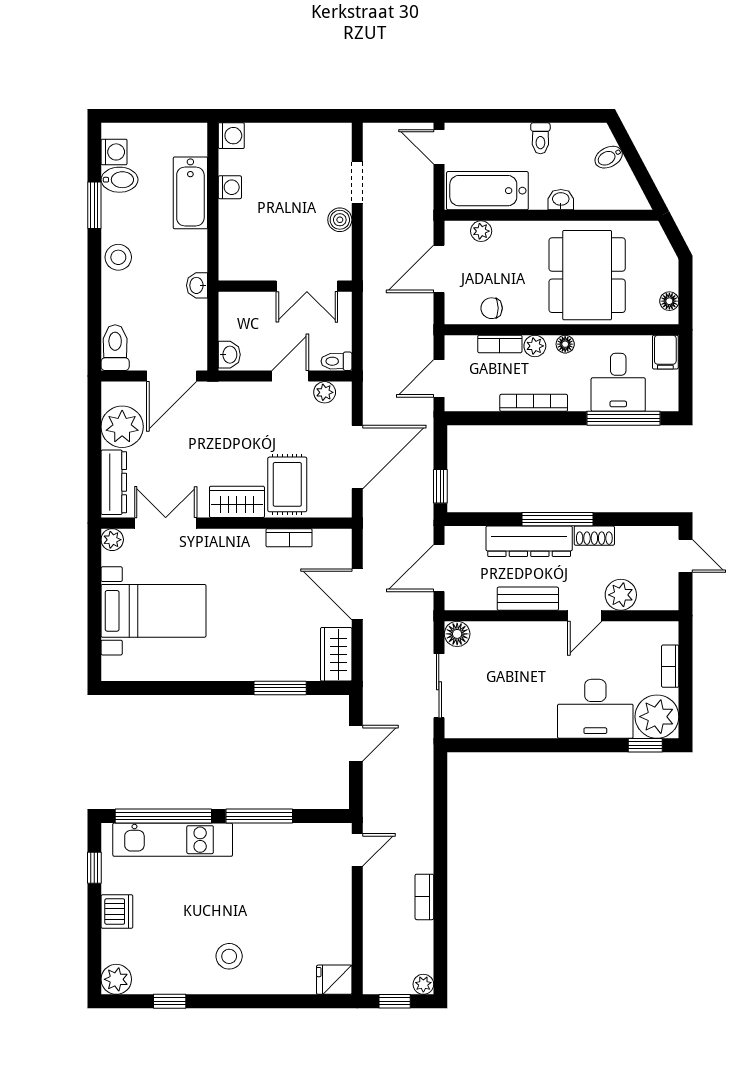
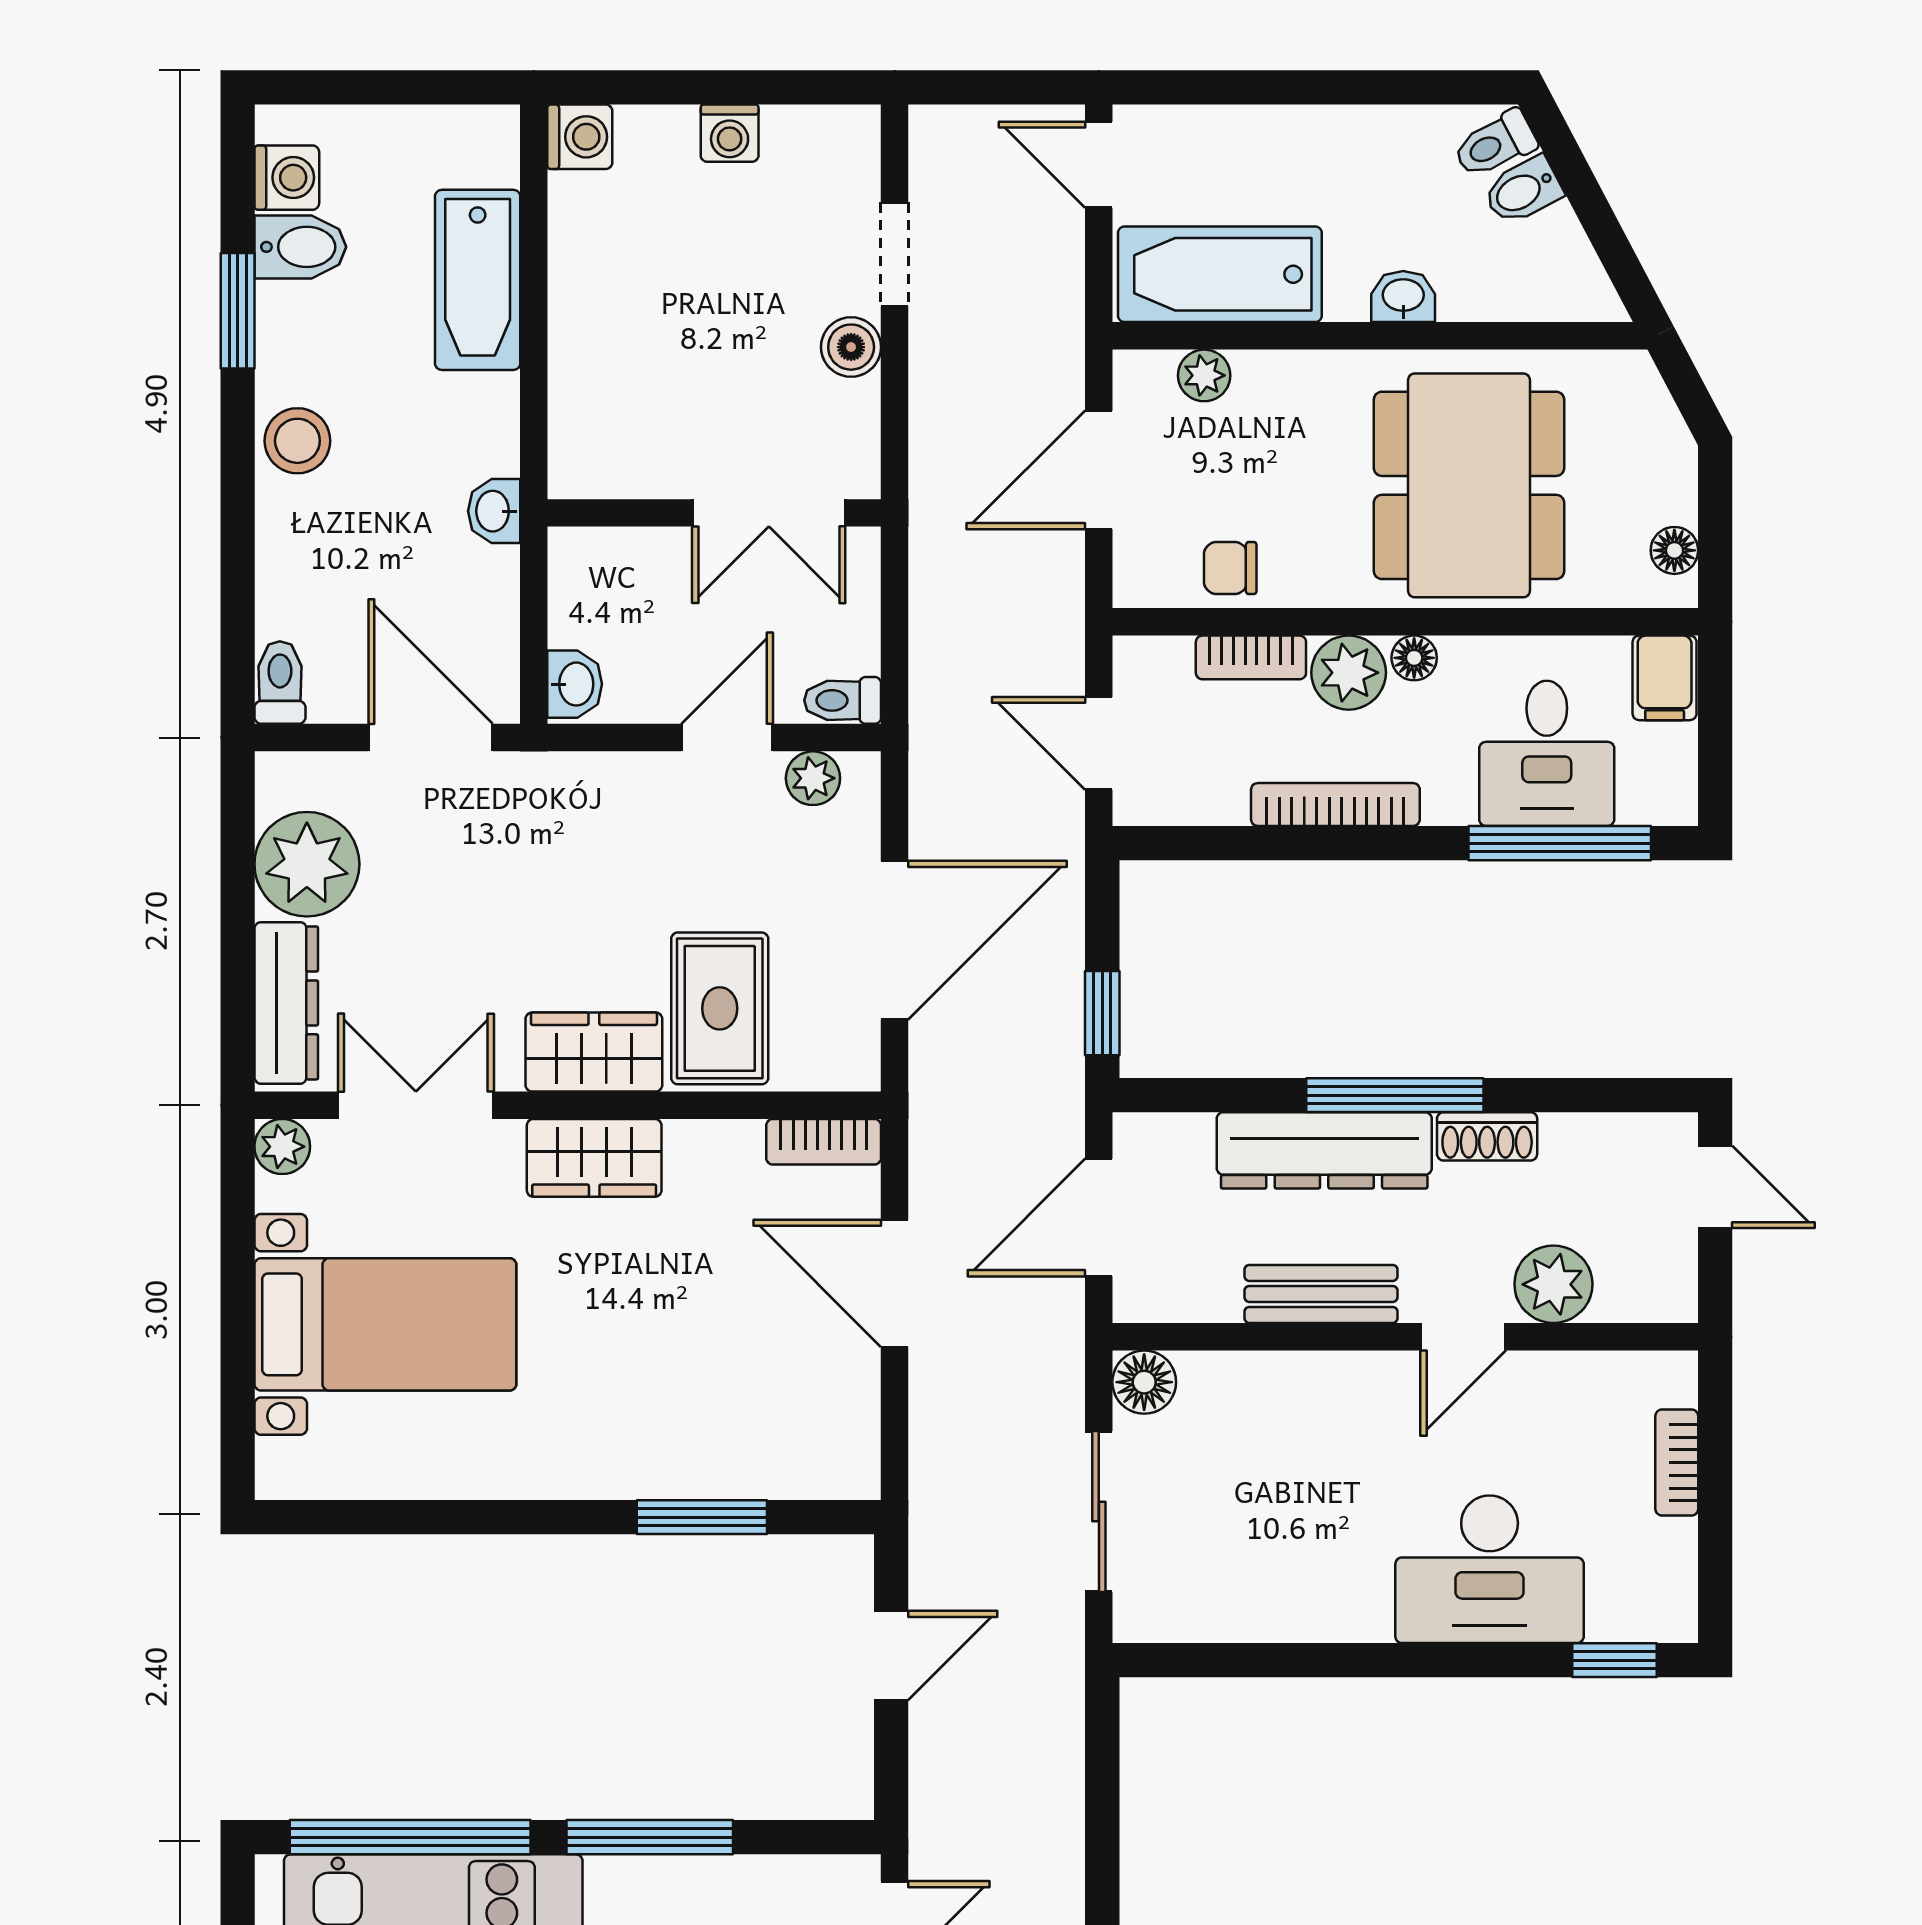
toilet: (540, 138) -> (1495, 144), moved, turned 62
washing machine: (230, 187) -> (730, 133), moved, turned 90
plant: (535, 346) -> (1349, 673), width x1.38, depth x1.38
toilet: (115, 348) -> (280, 683), width x0.73, depth x0.72
door: (172, 376) -> (431, 738), swing flipped
door: (439, 378) -> (1099, 743), hinge flipped
bookcase: (289, 538) -> (824, 1142), moved
wardrobe: (336, 654) -> (594, 1158), moved, turned -90
plant: (657, 717) -> (1644, 1589), removed

